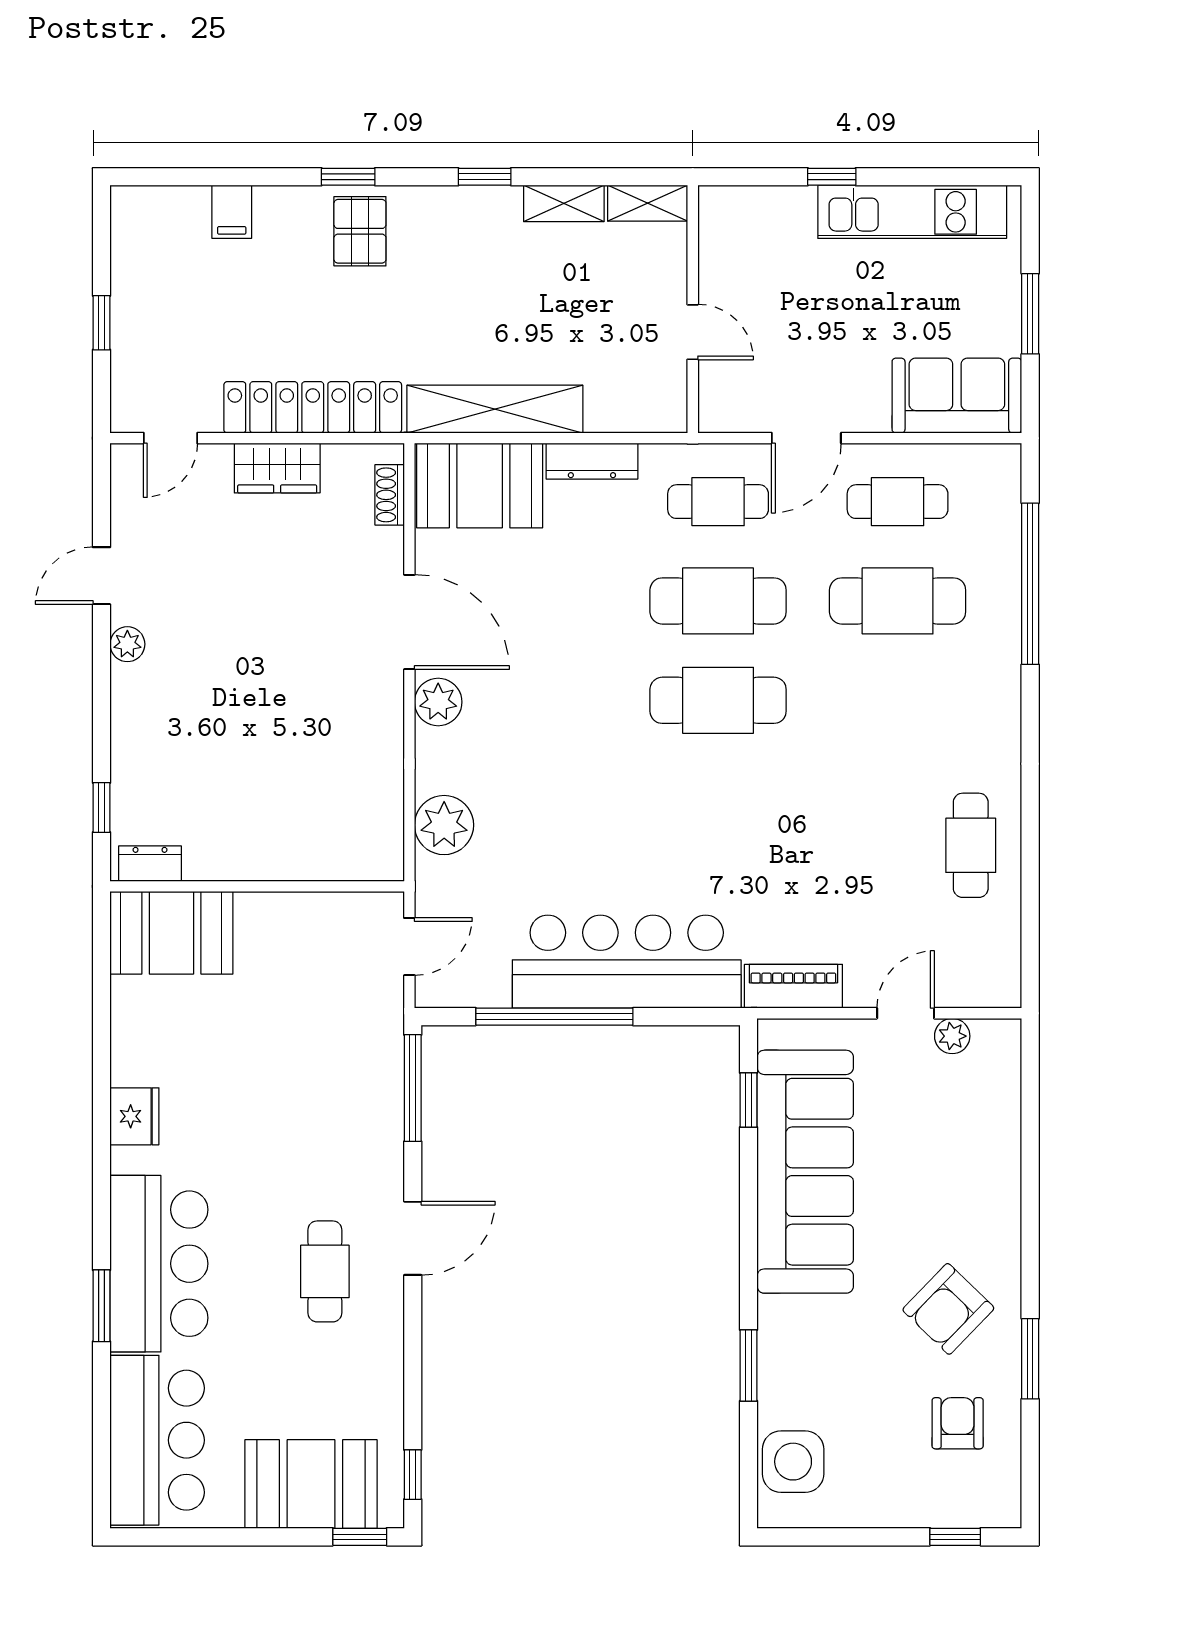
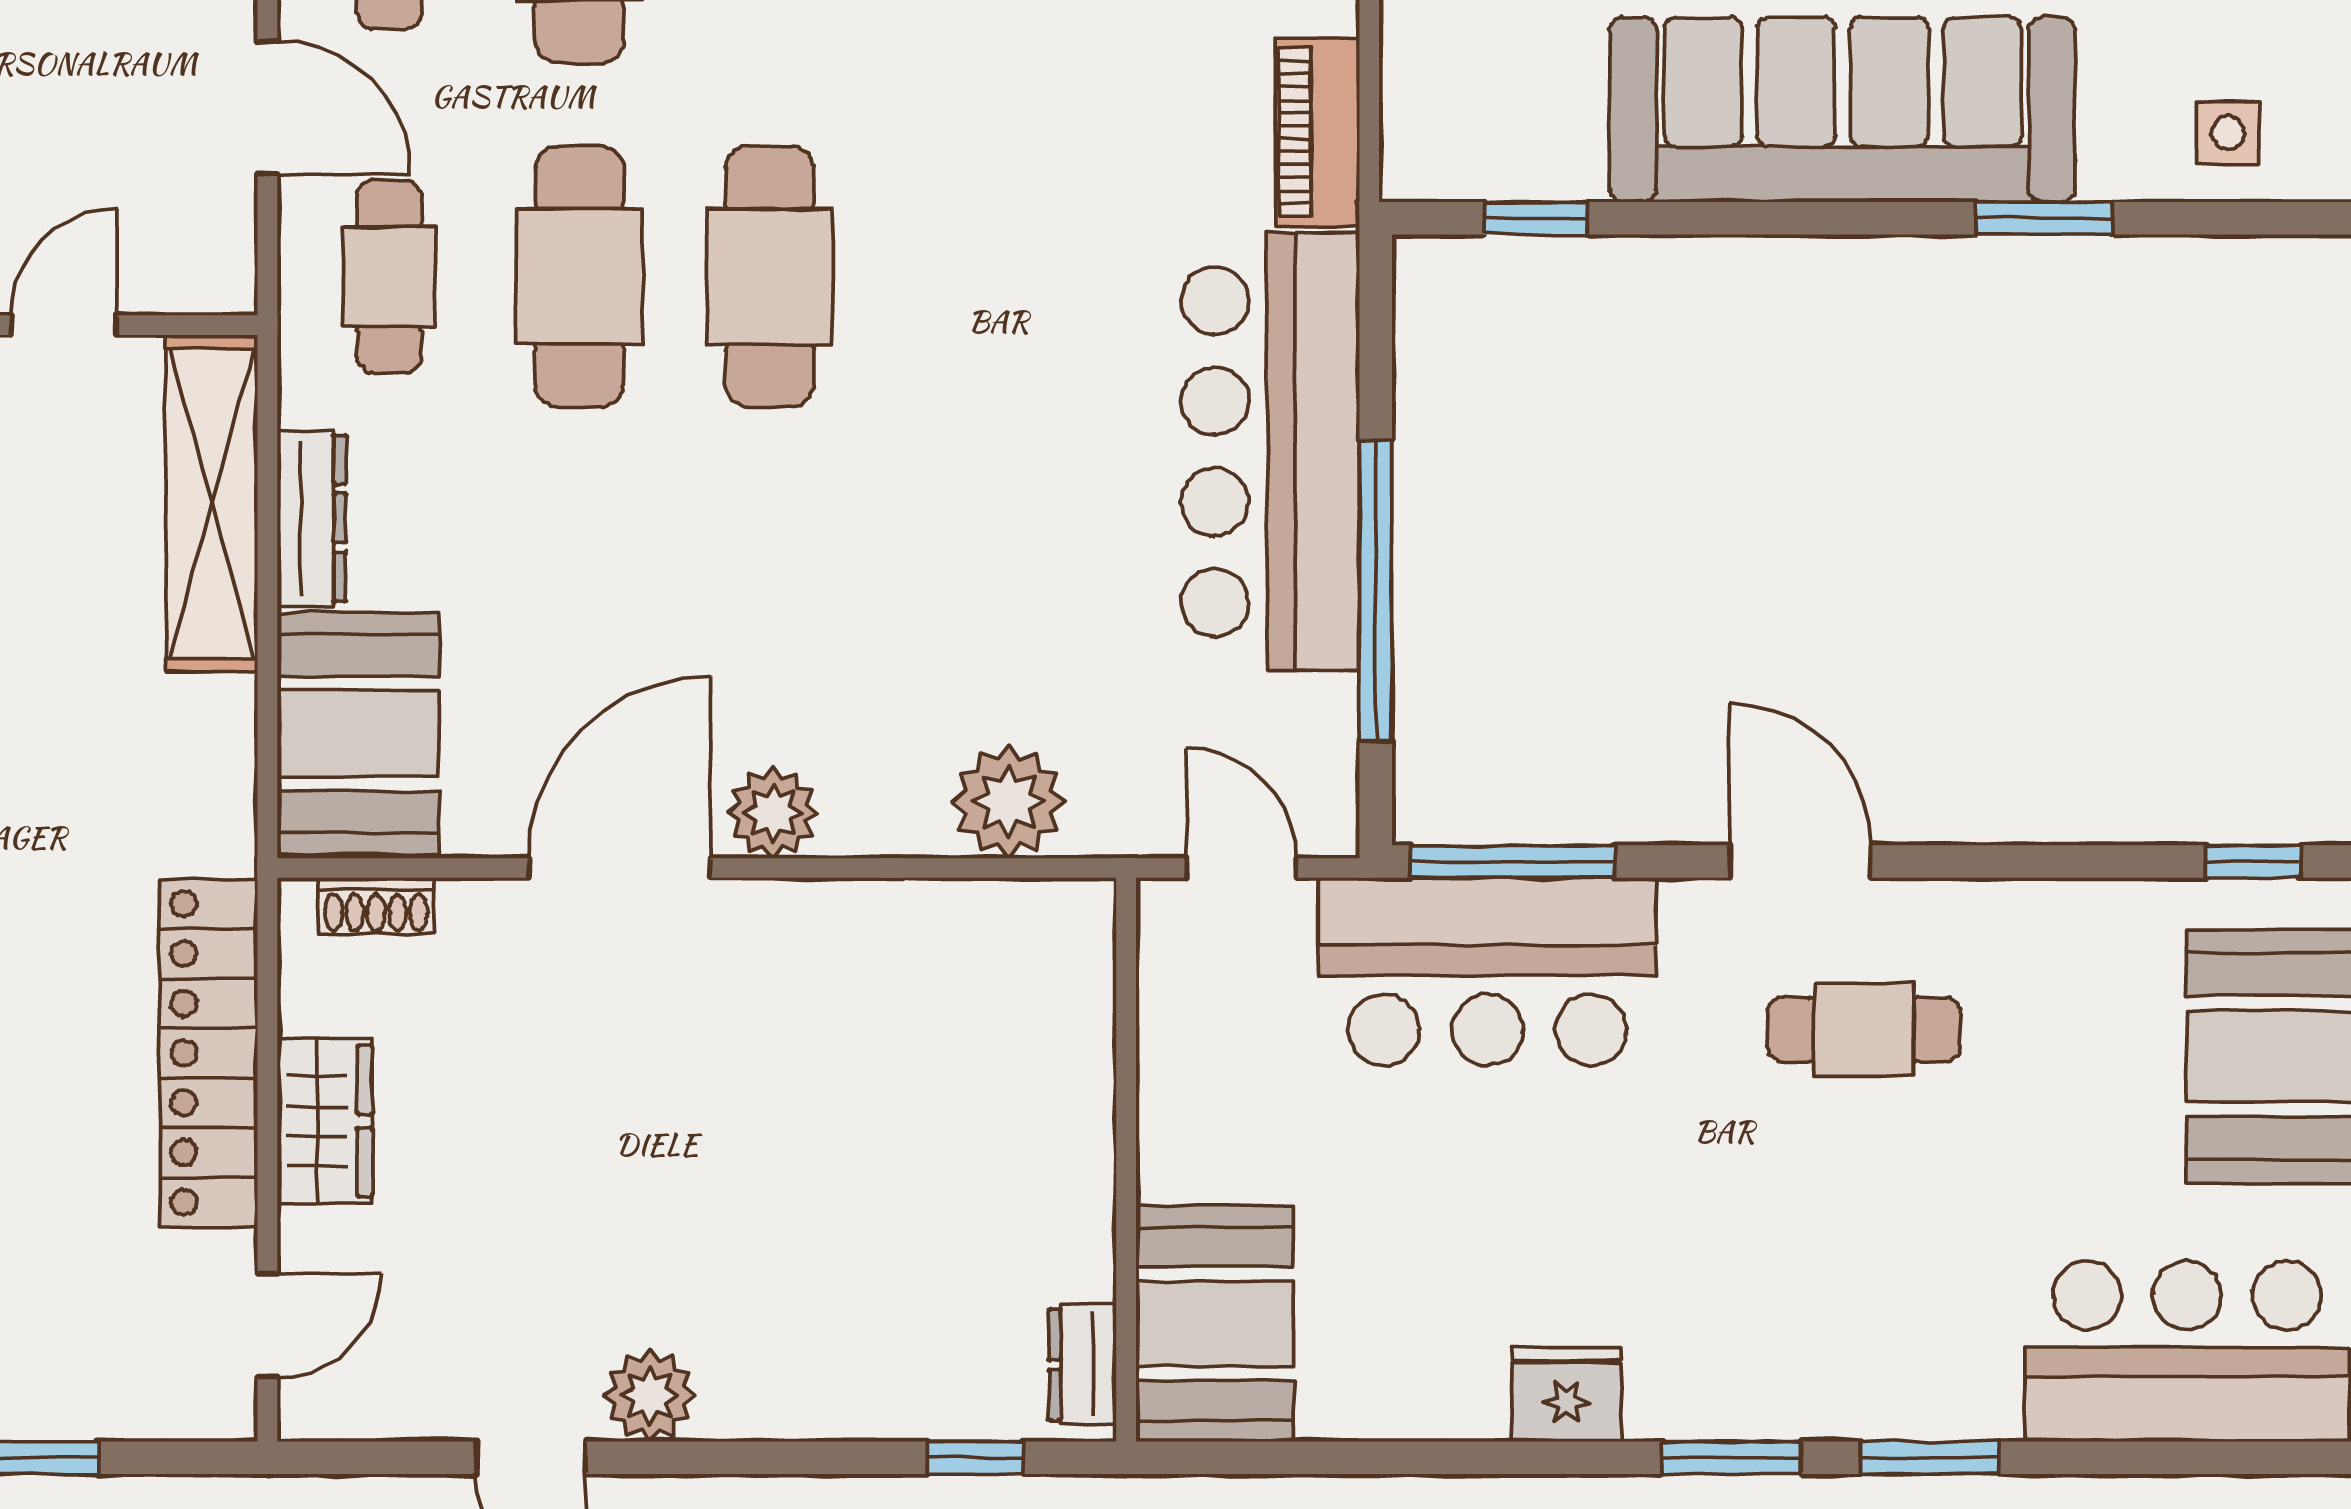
shelving: (495, 409) -> (212, 503), moved
door: (170, 438) -> (267, 1326), hinge flipped
plant: (127, 644) -> (650, 1396), width x1.38, depth x1.38
sofa: (805, 1172) -> (1843, 110), moved
window: (101, 1203) -> (1732, 1458), added
bar counter: (159, 1264) -> (1487, 972), moved, turned 180
side table: (793, 1462) -> (2228, 133), width x0.54, depth x0.54

